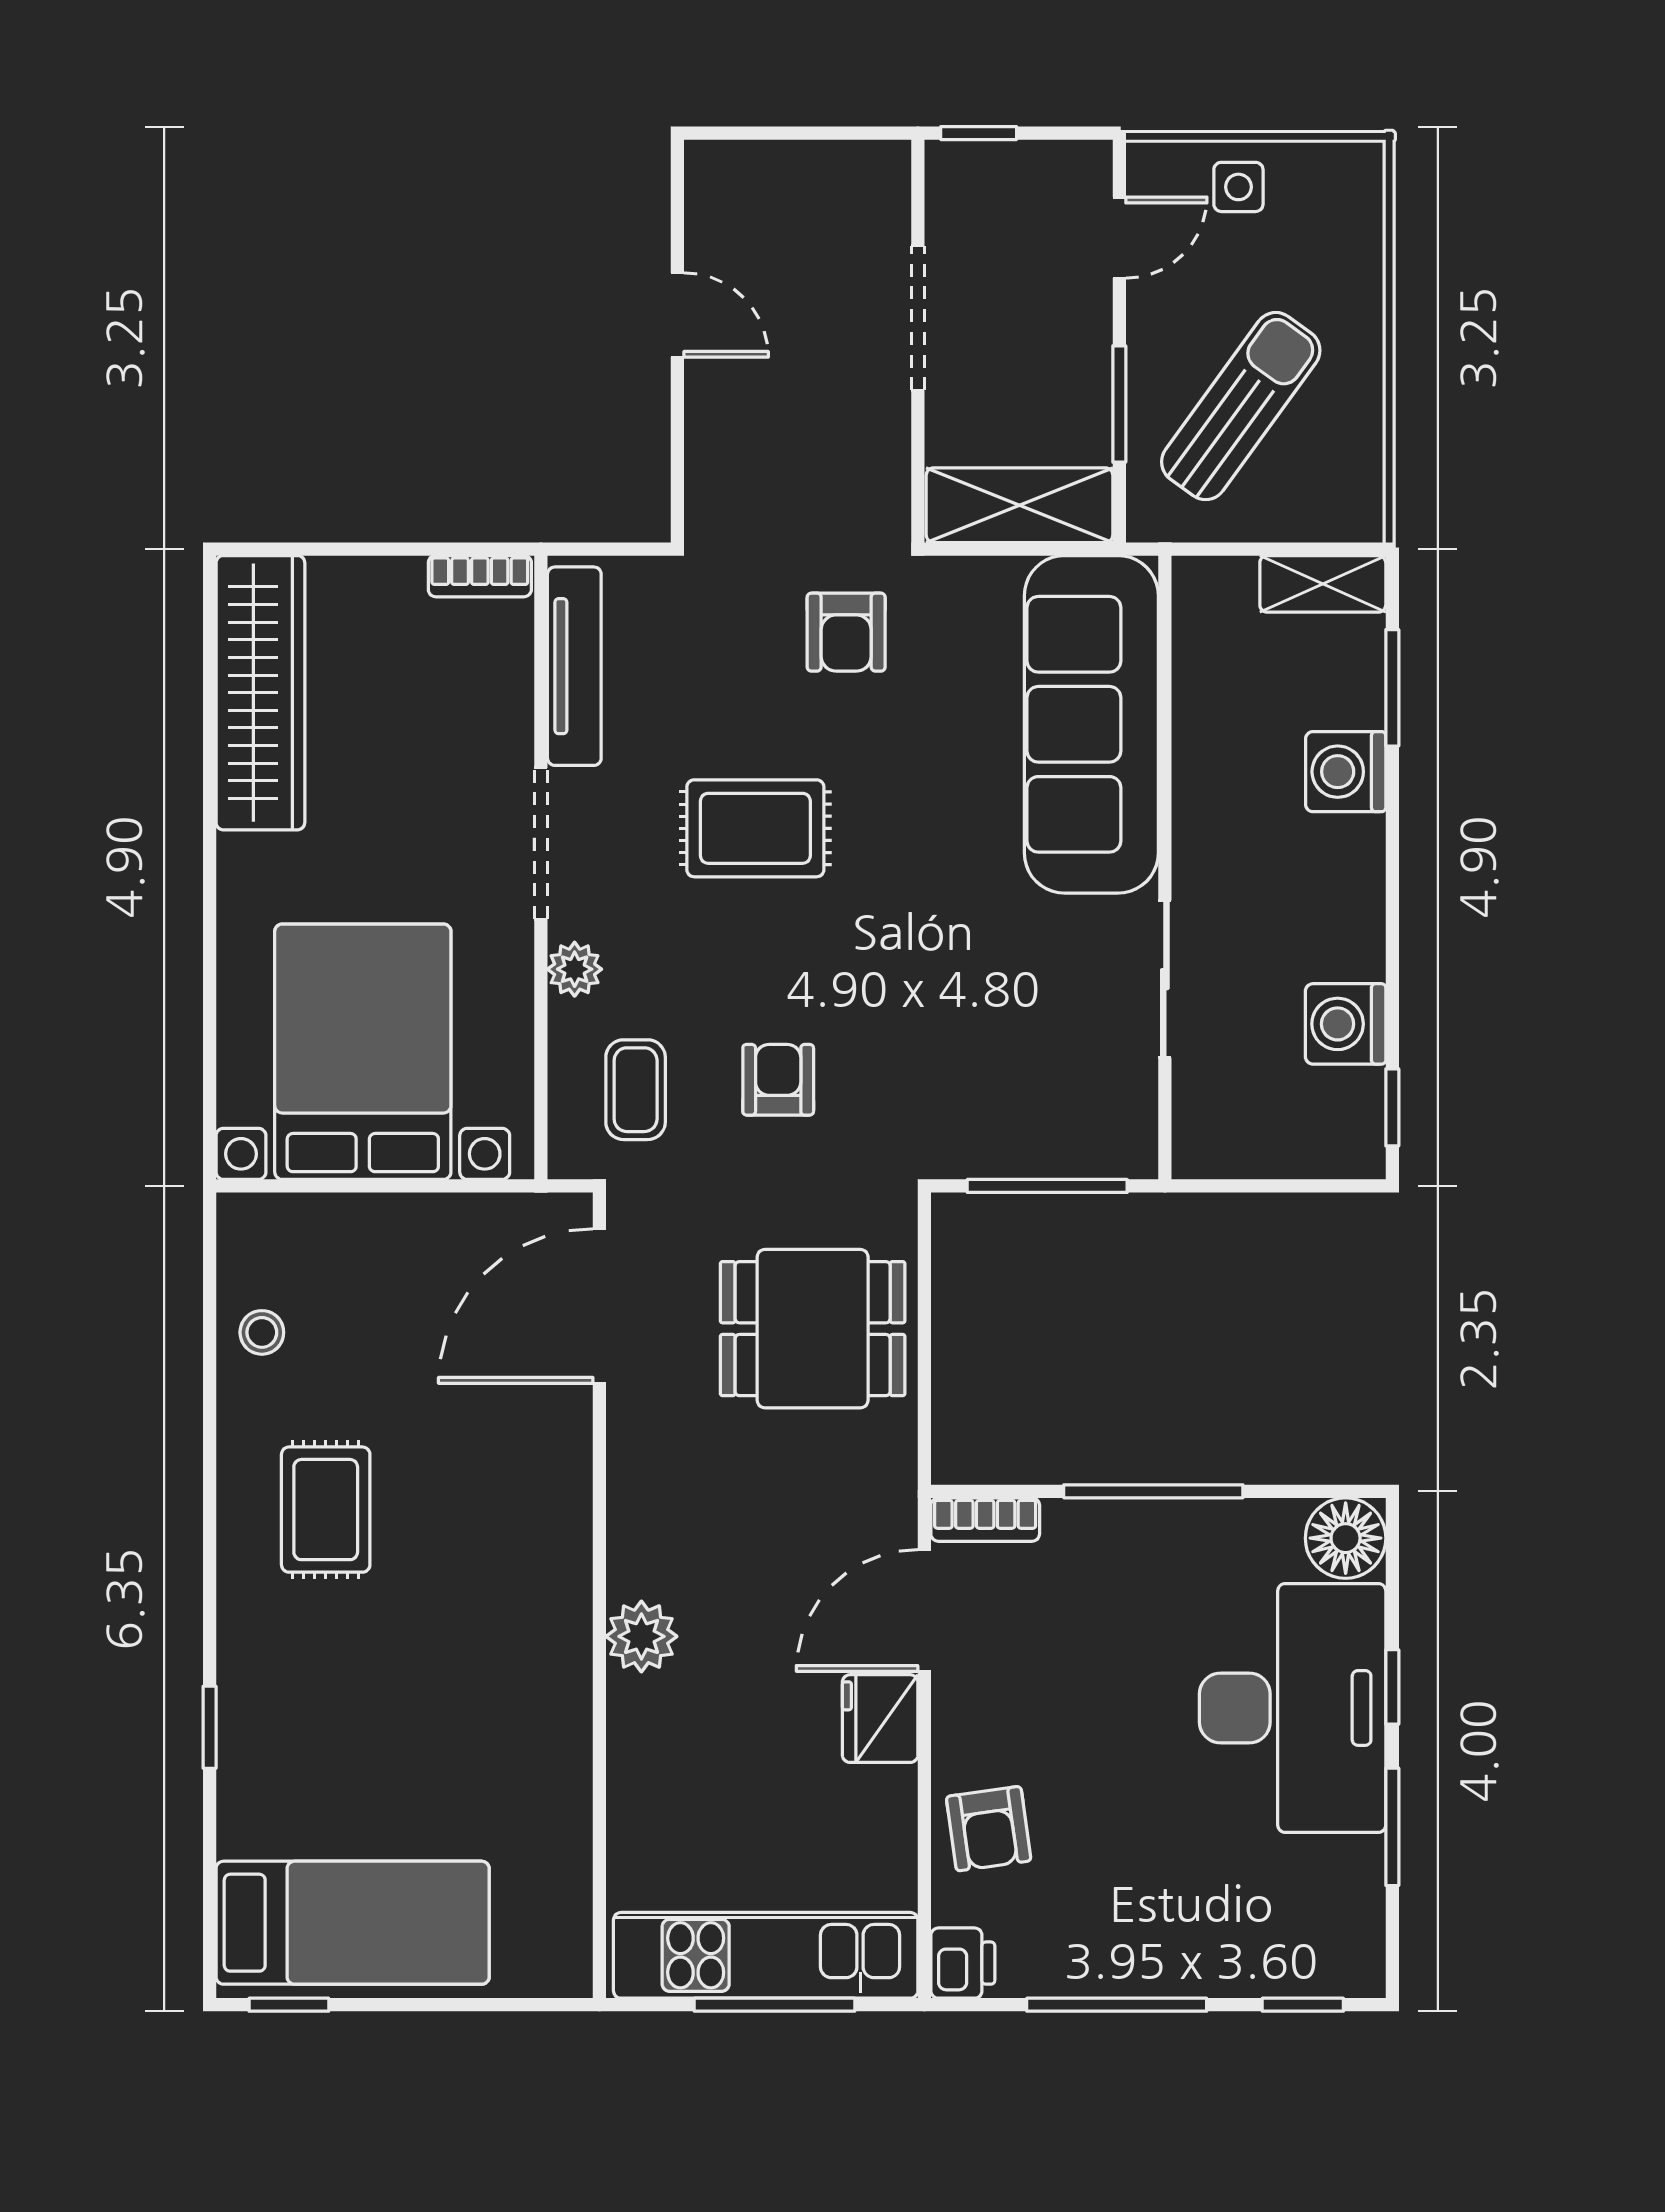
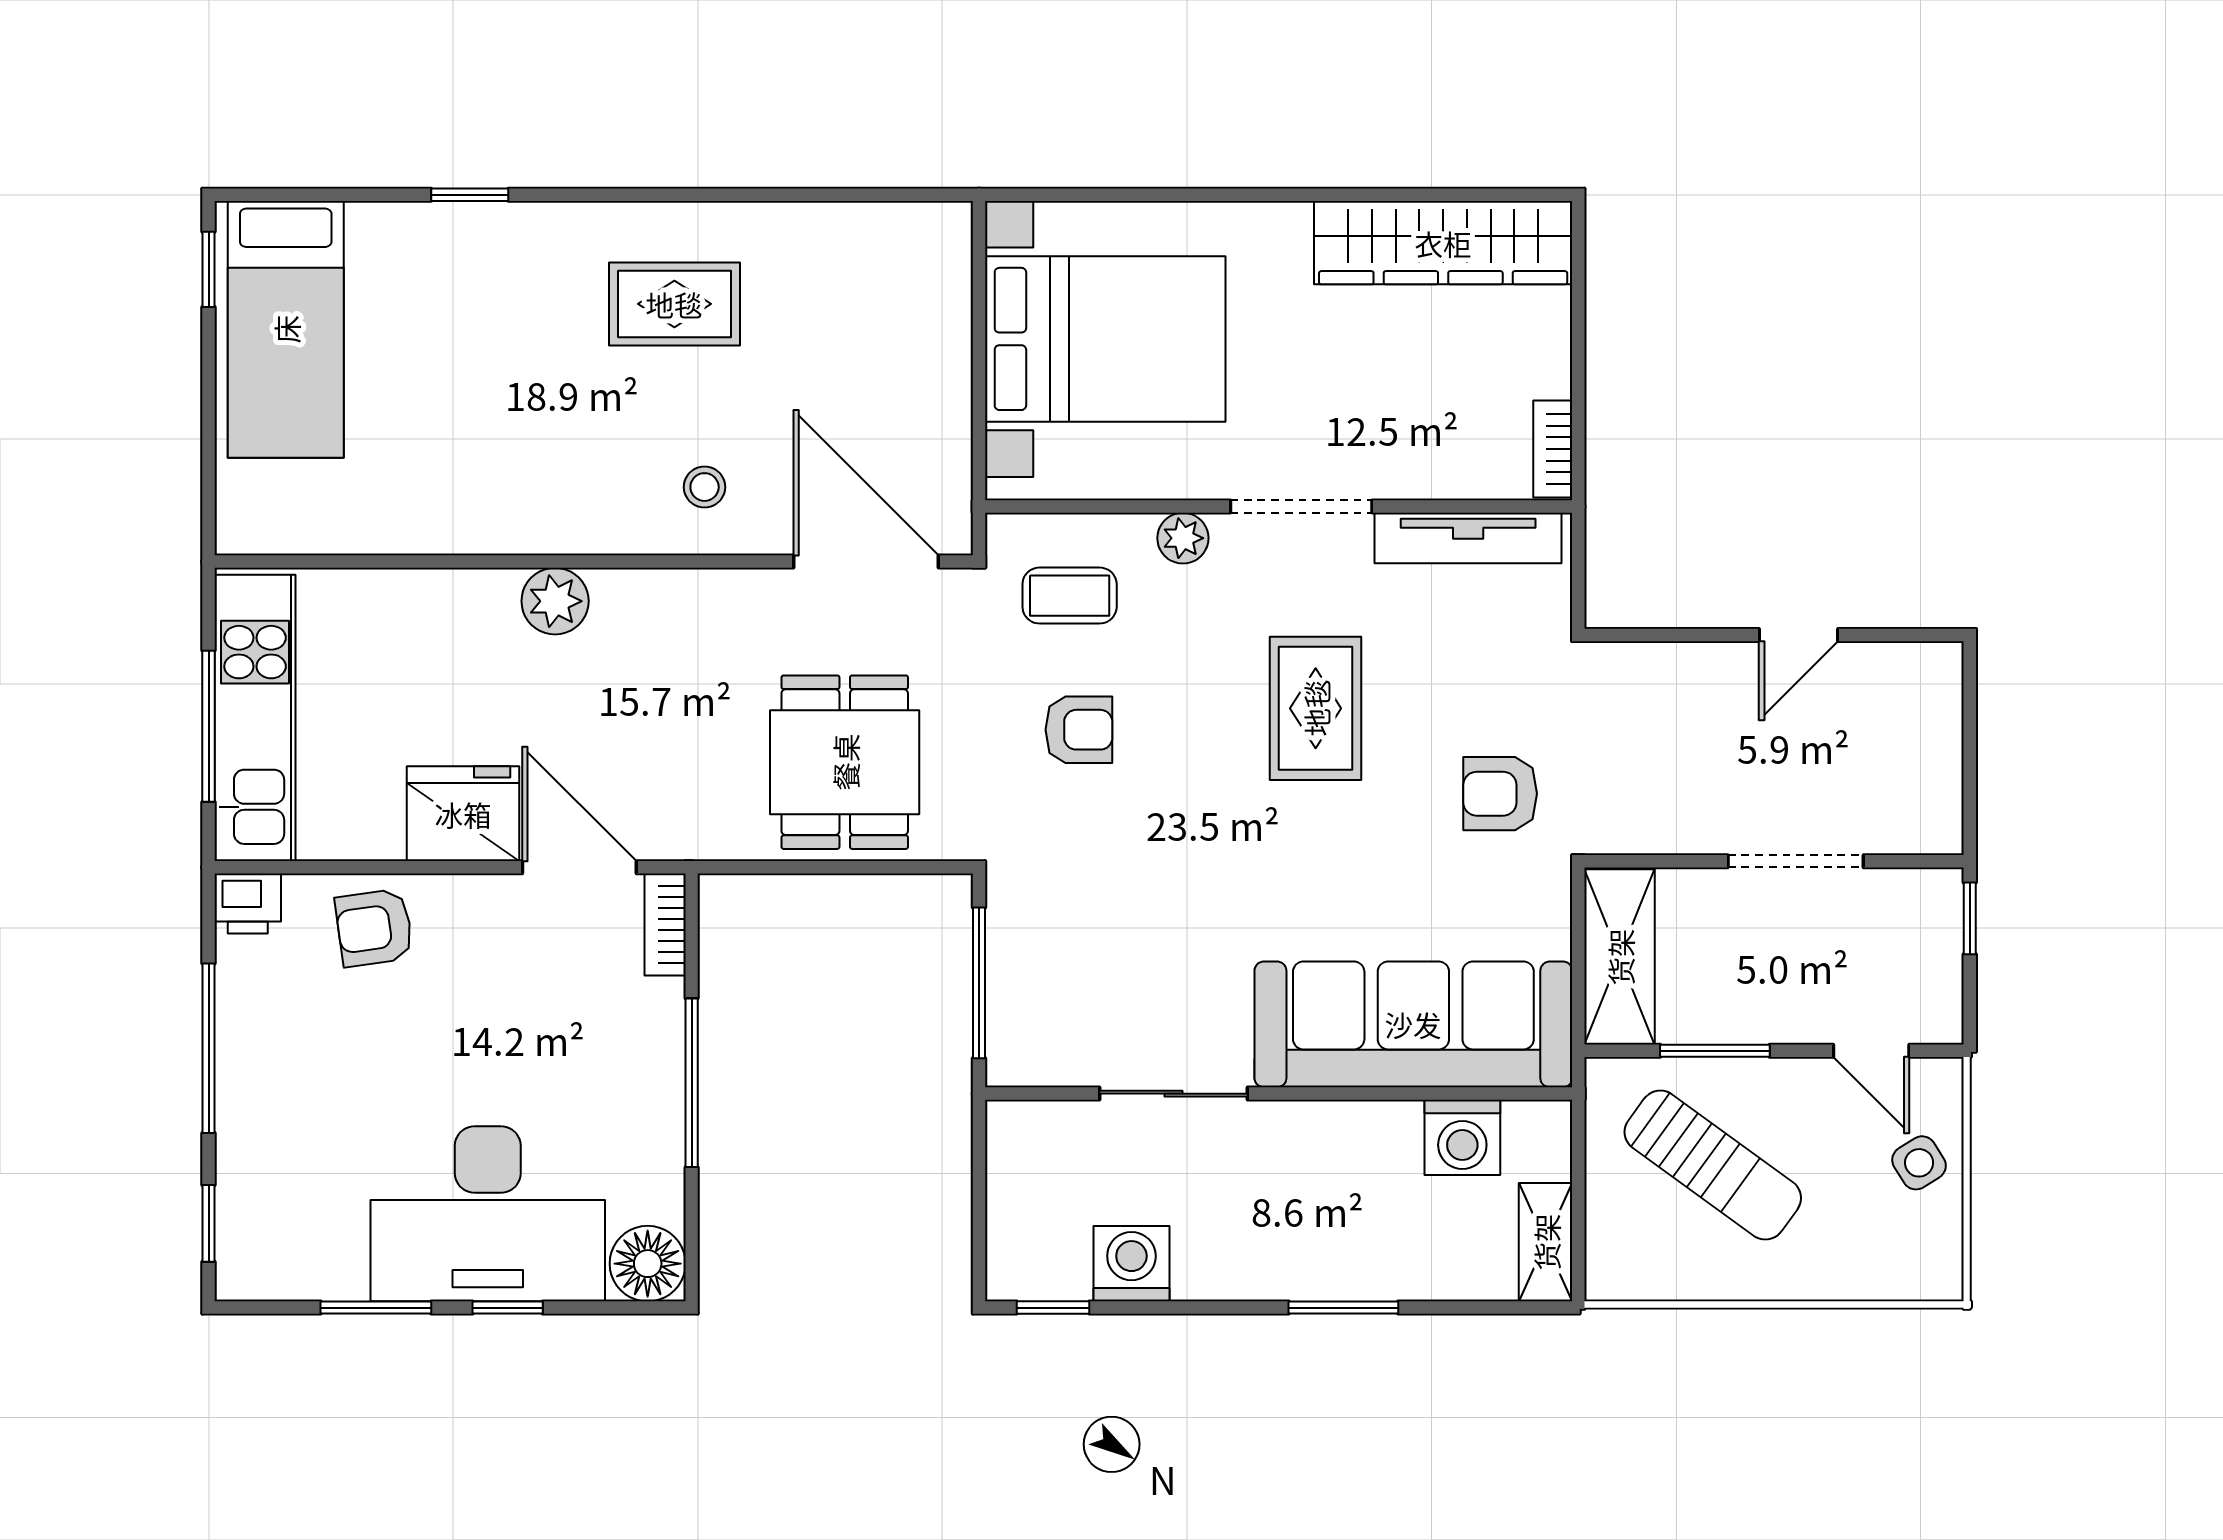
side table: (1238, 187) -> (1919, 1163), turned -32
window: (1392, 688) -> (1343, 1308), moved
washing machine: (1346, 772) -> (1462, 1137), moved, turned 180
stool: (262, 1332) -> (705, 487), moved
fridge: (880, 1719) -> (463, 814), width x1.36, depth x1.34

